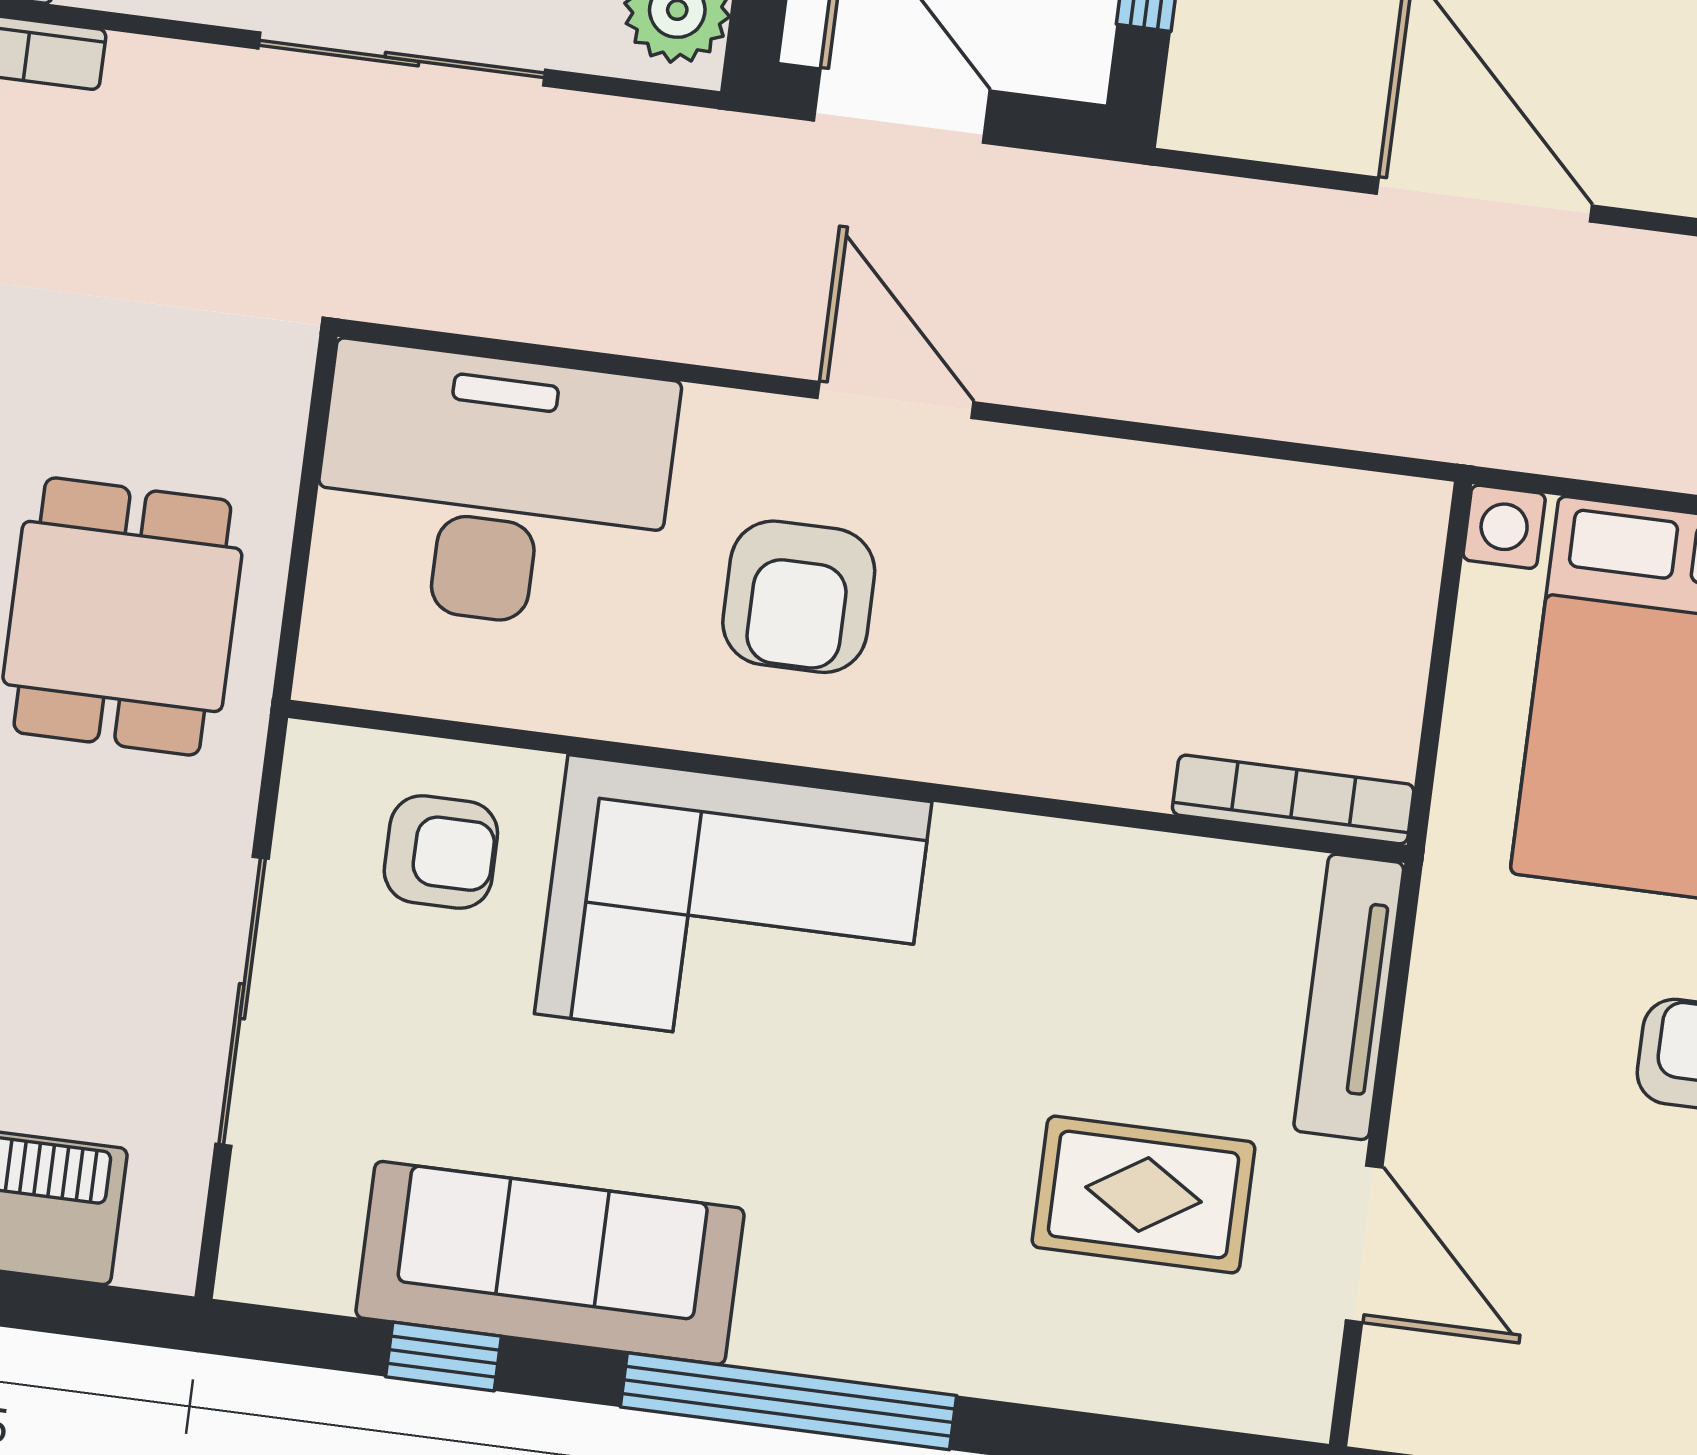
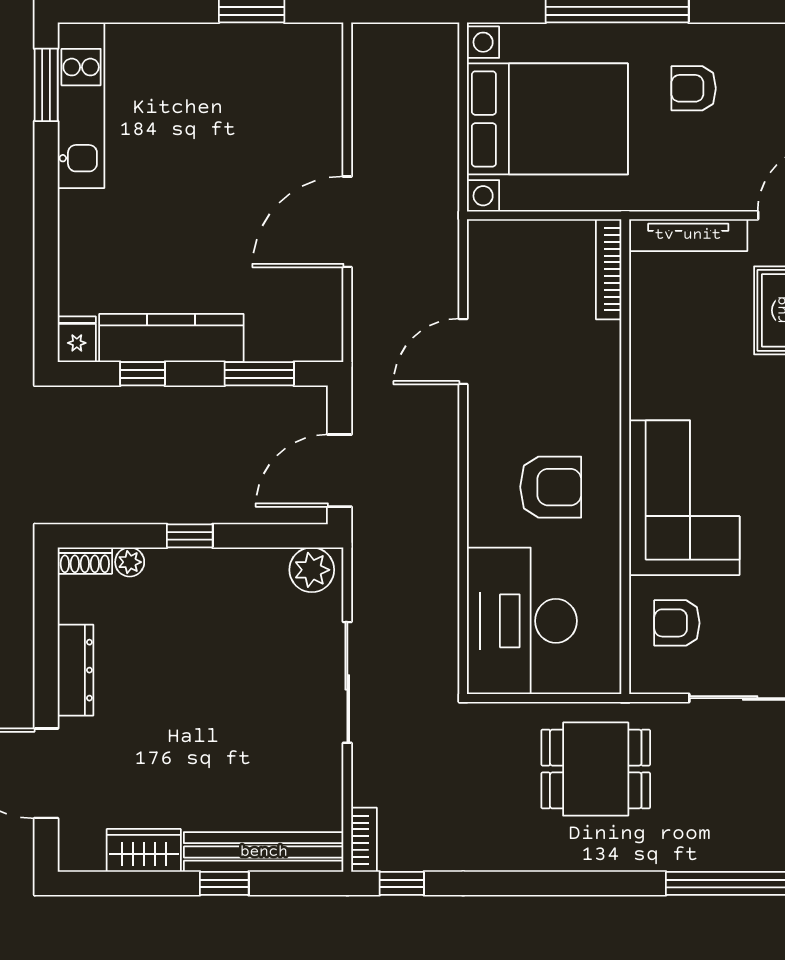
door: (896, 400) -> (463, 351), moved
armchair: (441, 852) -> (677, 623), turned -90

